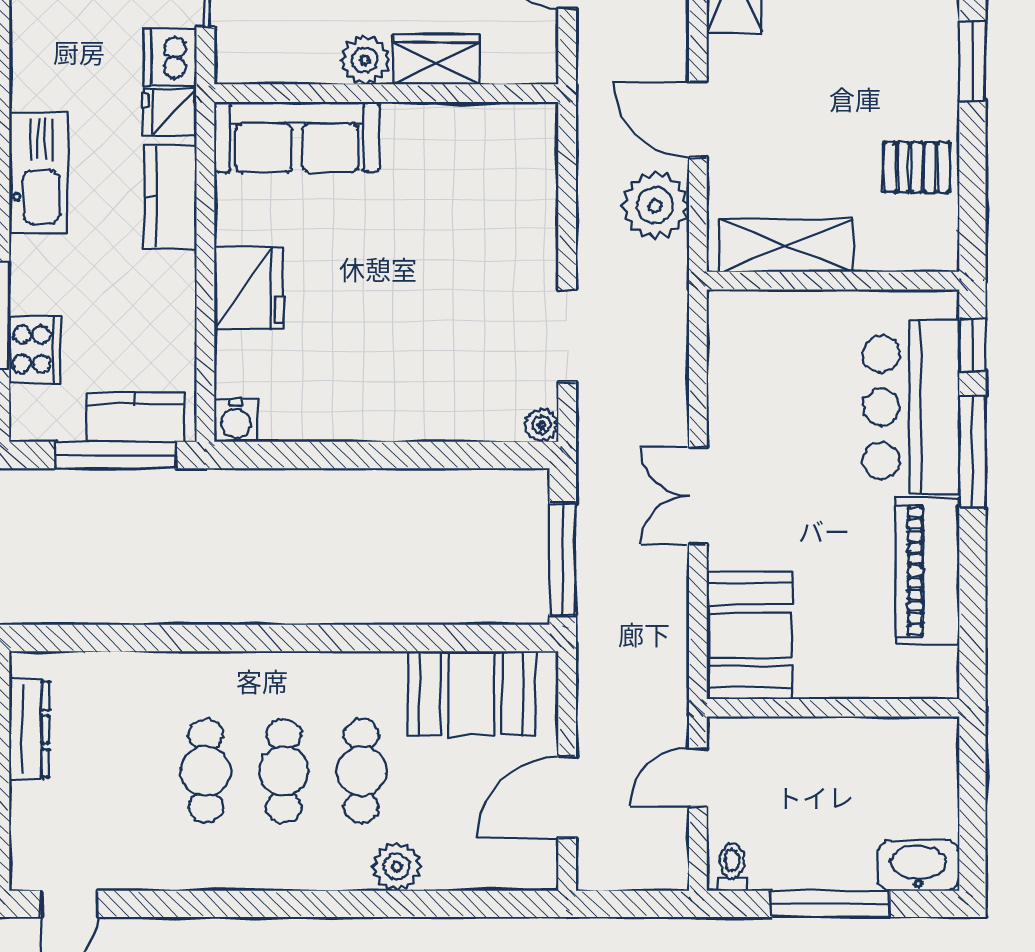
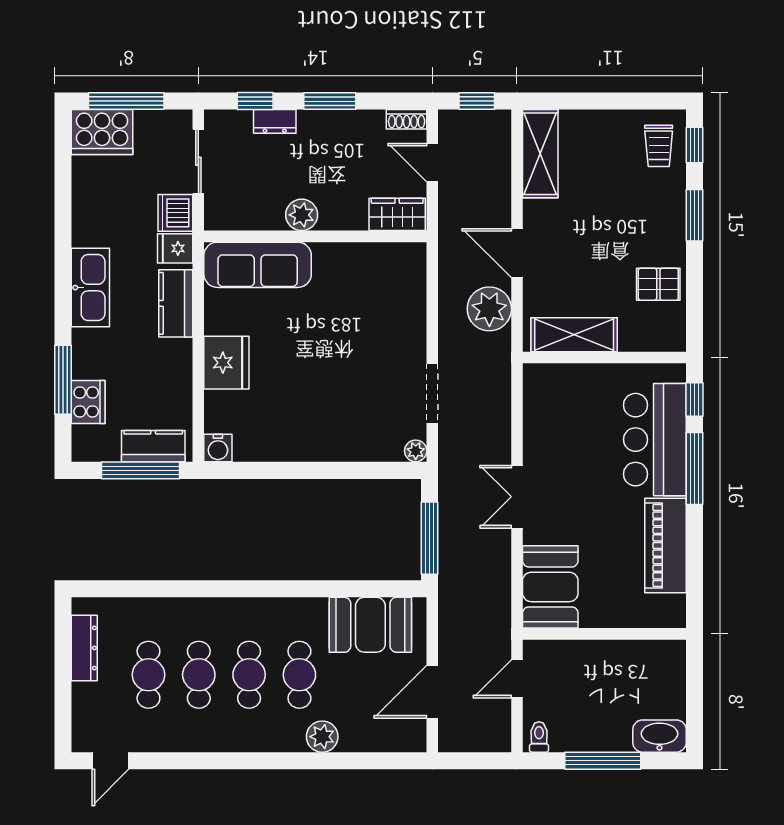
wardrobe: (436, 59) -> (397, 214), moved
cafe table: (128, 771) -> (148, 675), added

